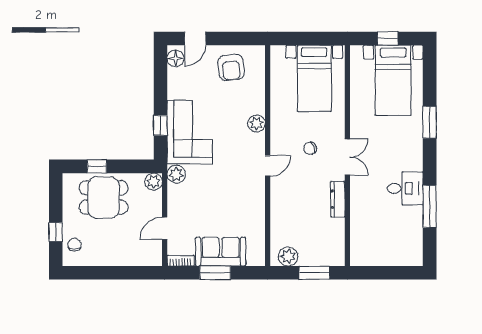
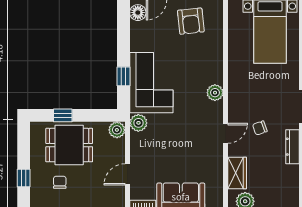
plant: (256, 123) -> (215, 93), moved
chair: (310, 148) -> (260, 128), moved
door: (268, 166) -> (226, 133), moved
wardrobe: (280, 227) -> (237, 173), added
chair: (74, 244) -> (60, 182), moved

